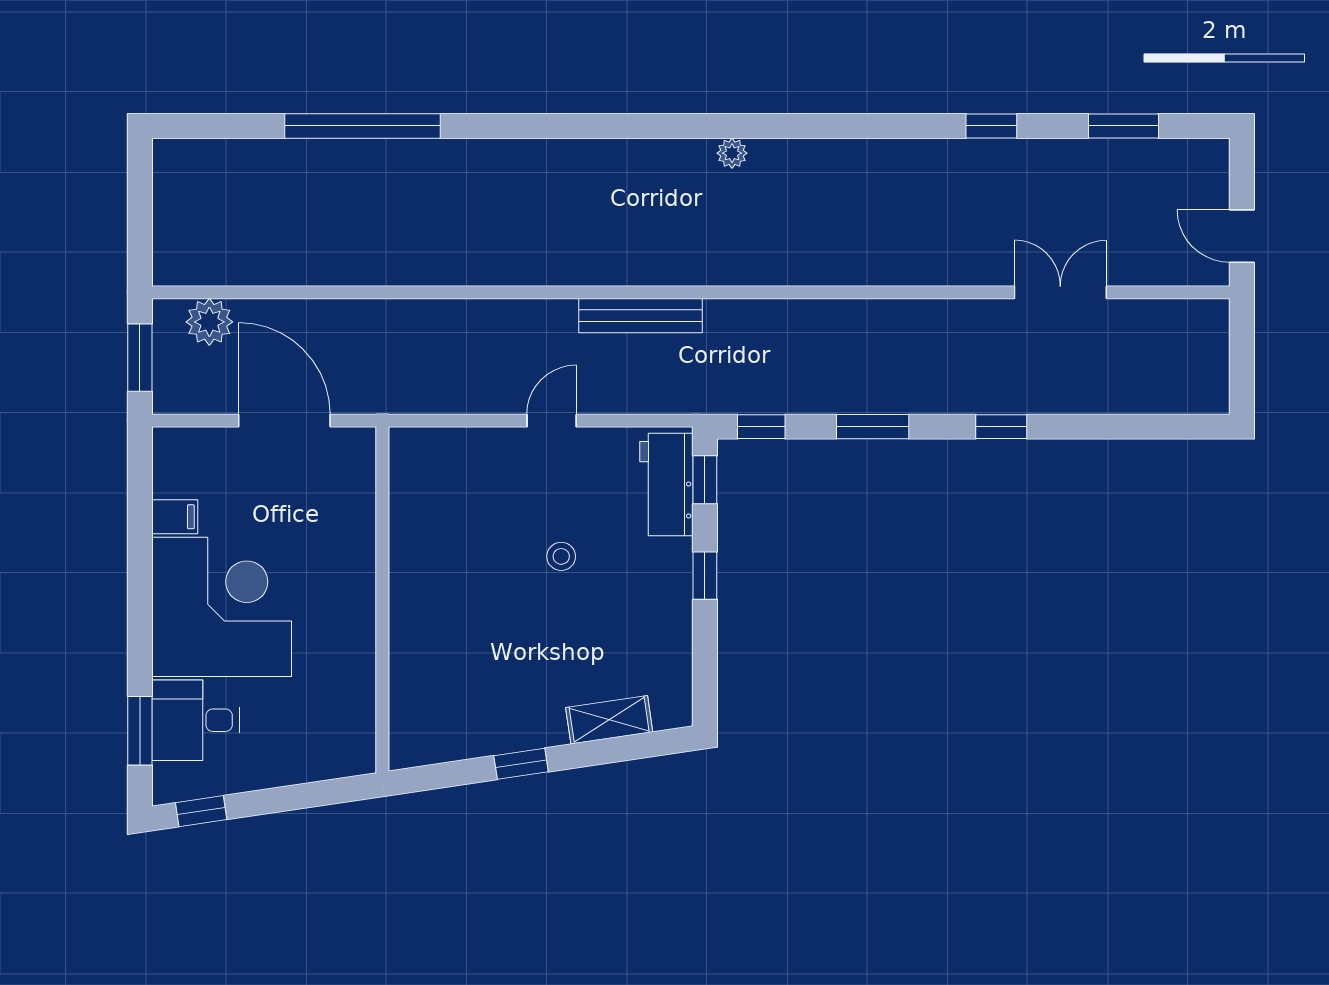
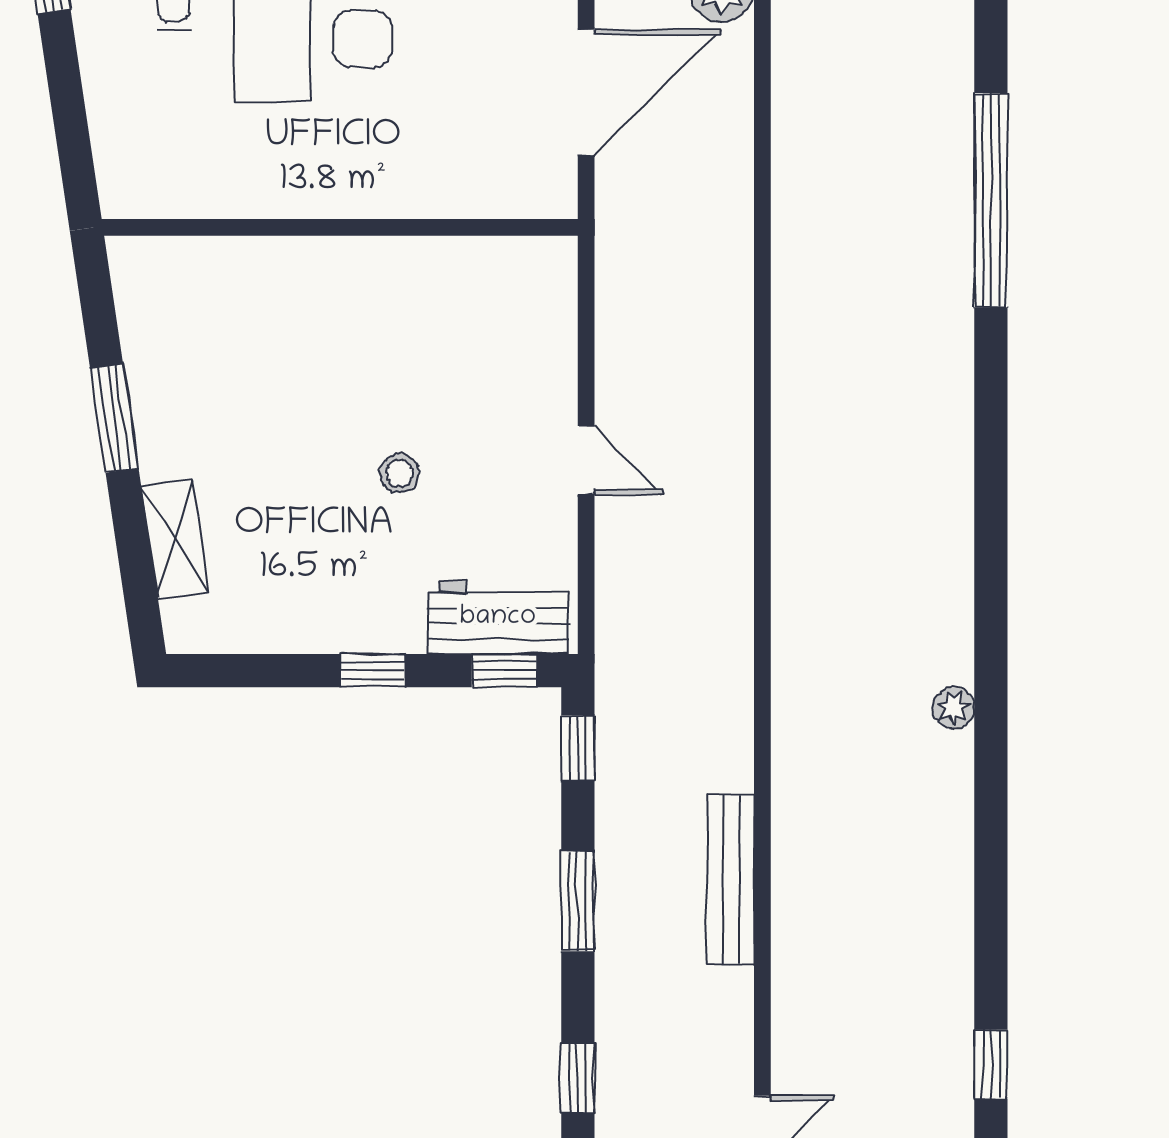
bench: (641, 316) -> (730, 880), moved
window: (521, 764) -> (114, 418), width x1.50

